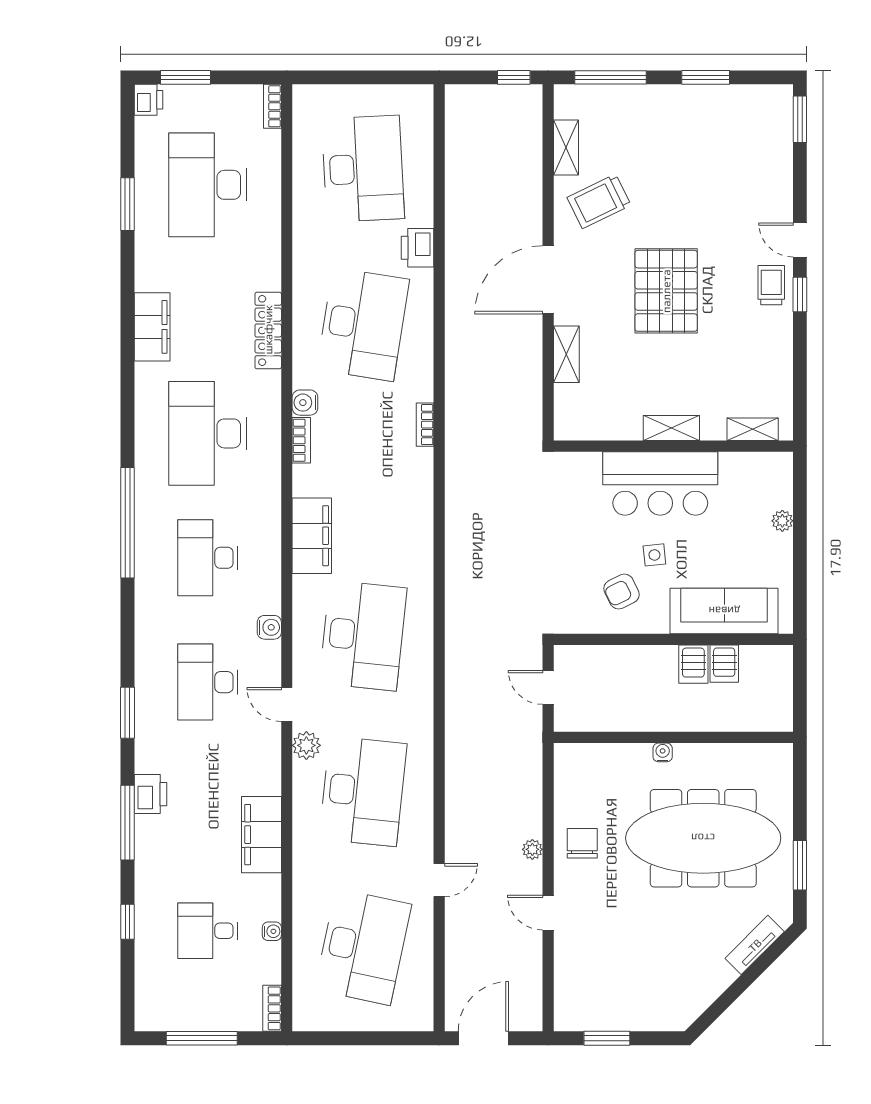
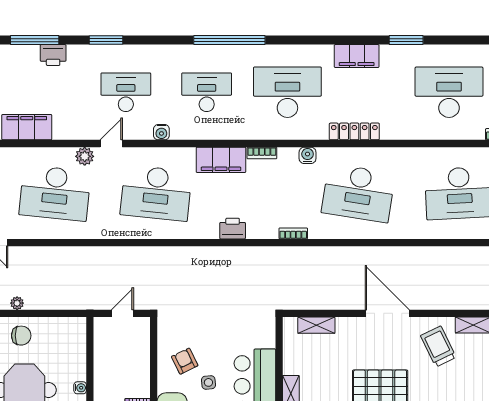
window: (127, 204) -> (406, 40), moved
printer: (418, 248) -> (233, 229), moved
shelving: (566, 354) -> (316, 325), moved
bookcase: (301, 440) -> (262, 153), moved

